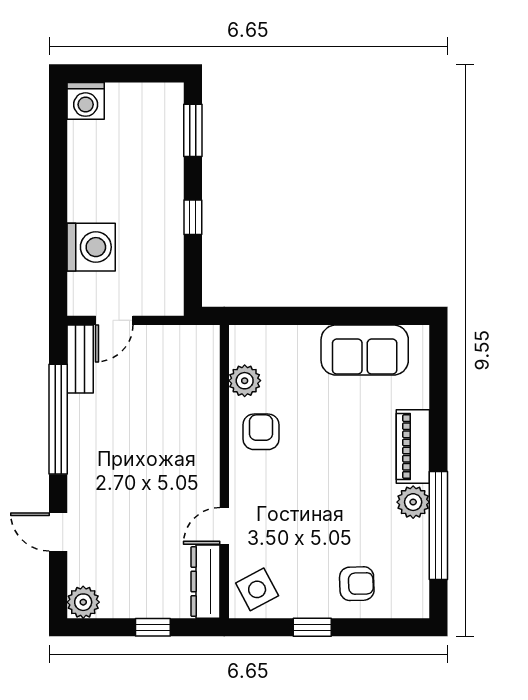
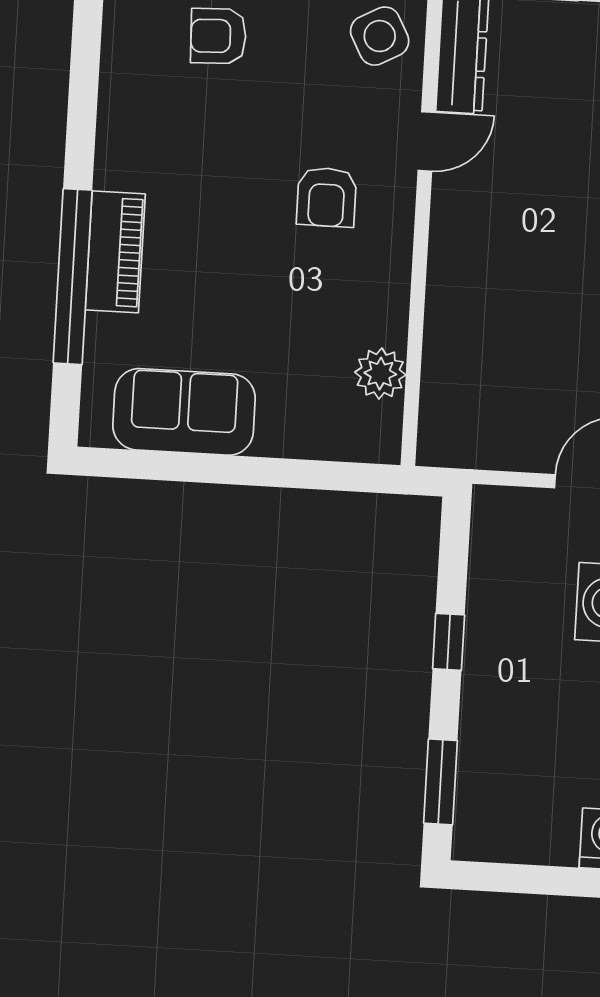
armchair: (261, 432) -> (327, 197), moved
plant: (413, 502) -> (120, 162), removed
window: (438, 525) -> (73, 277), moved

